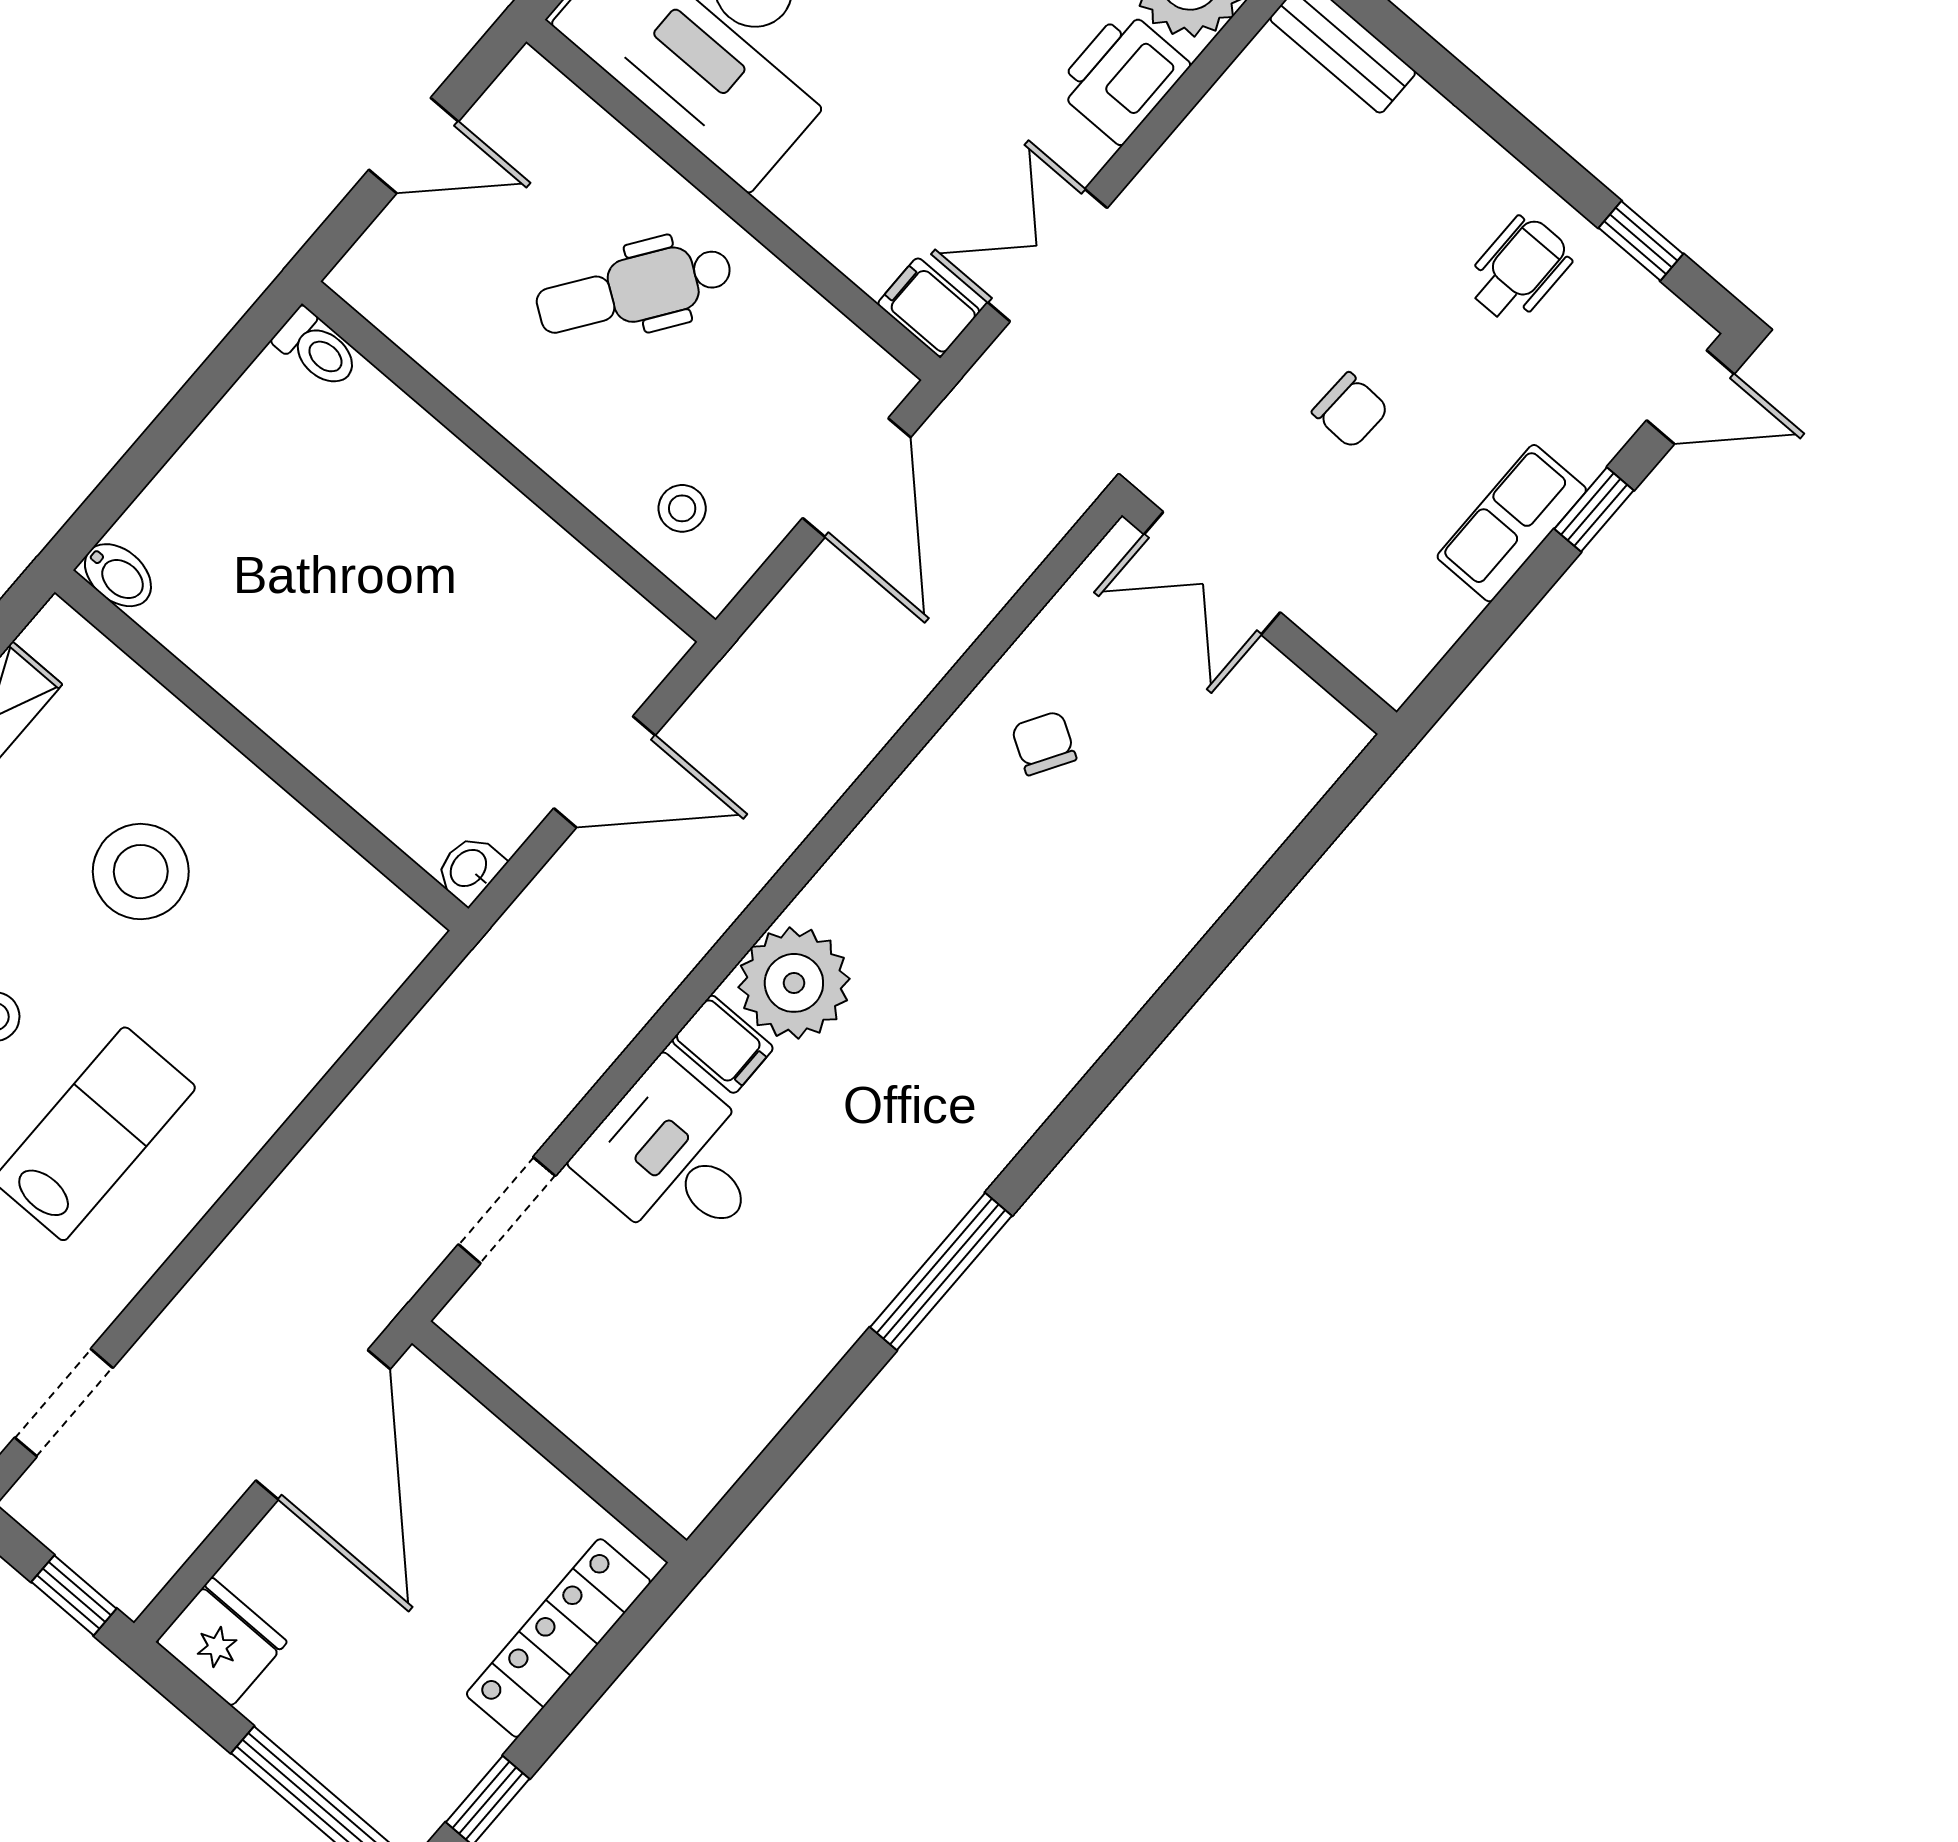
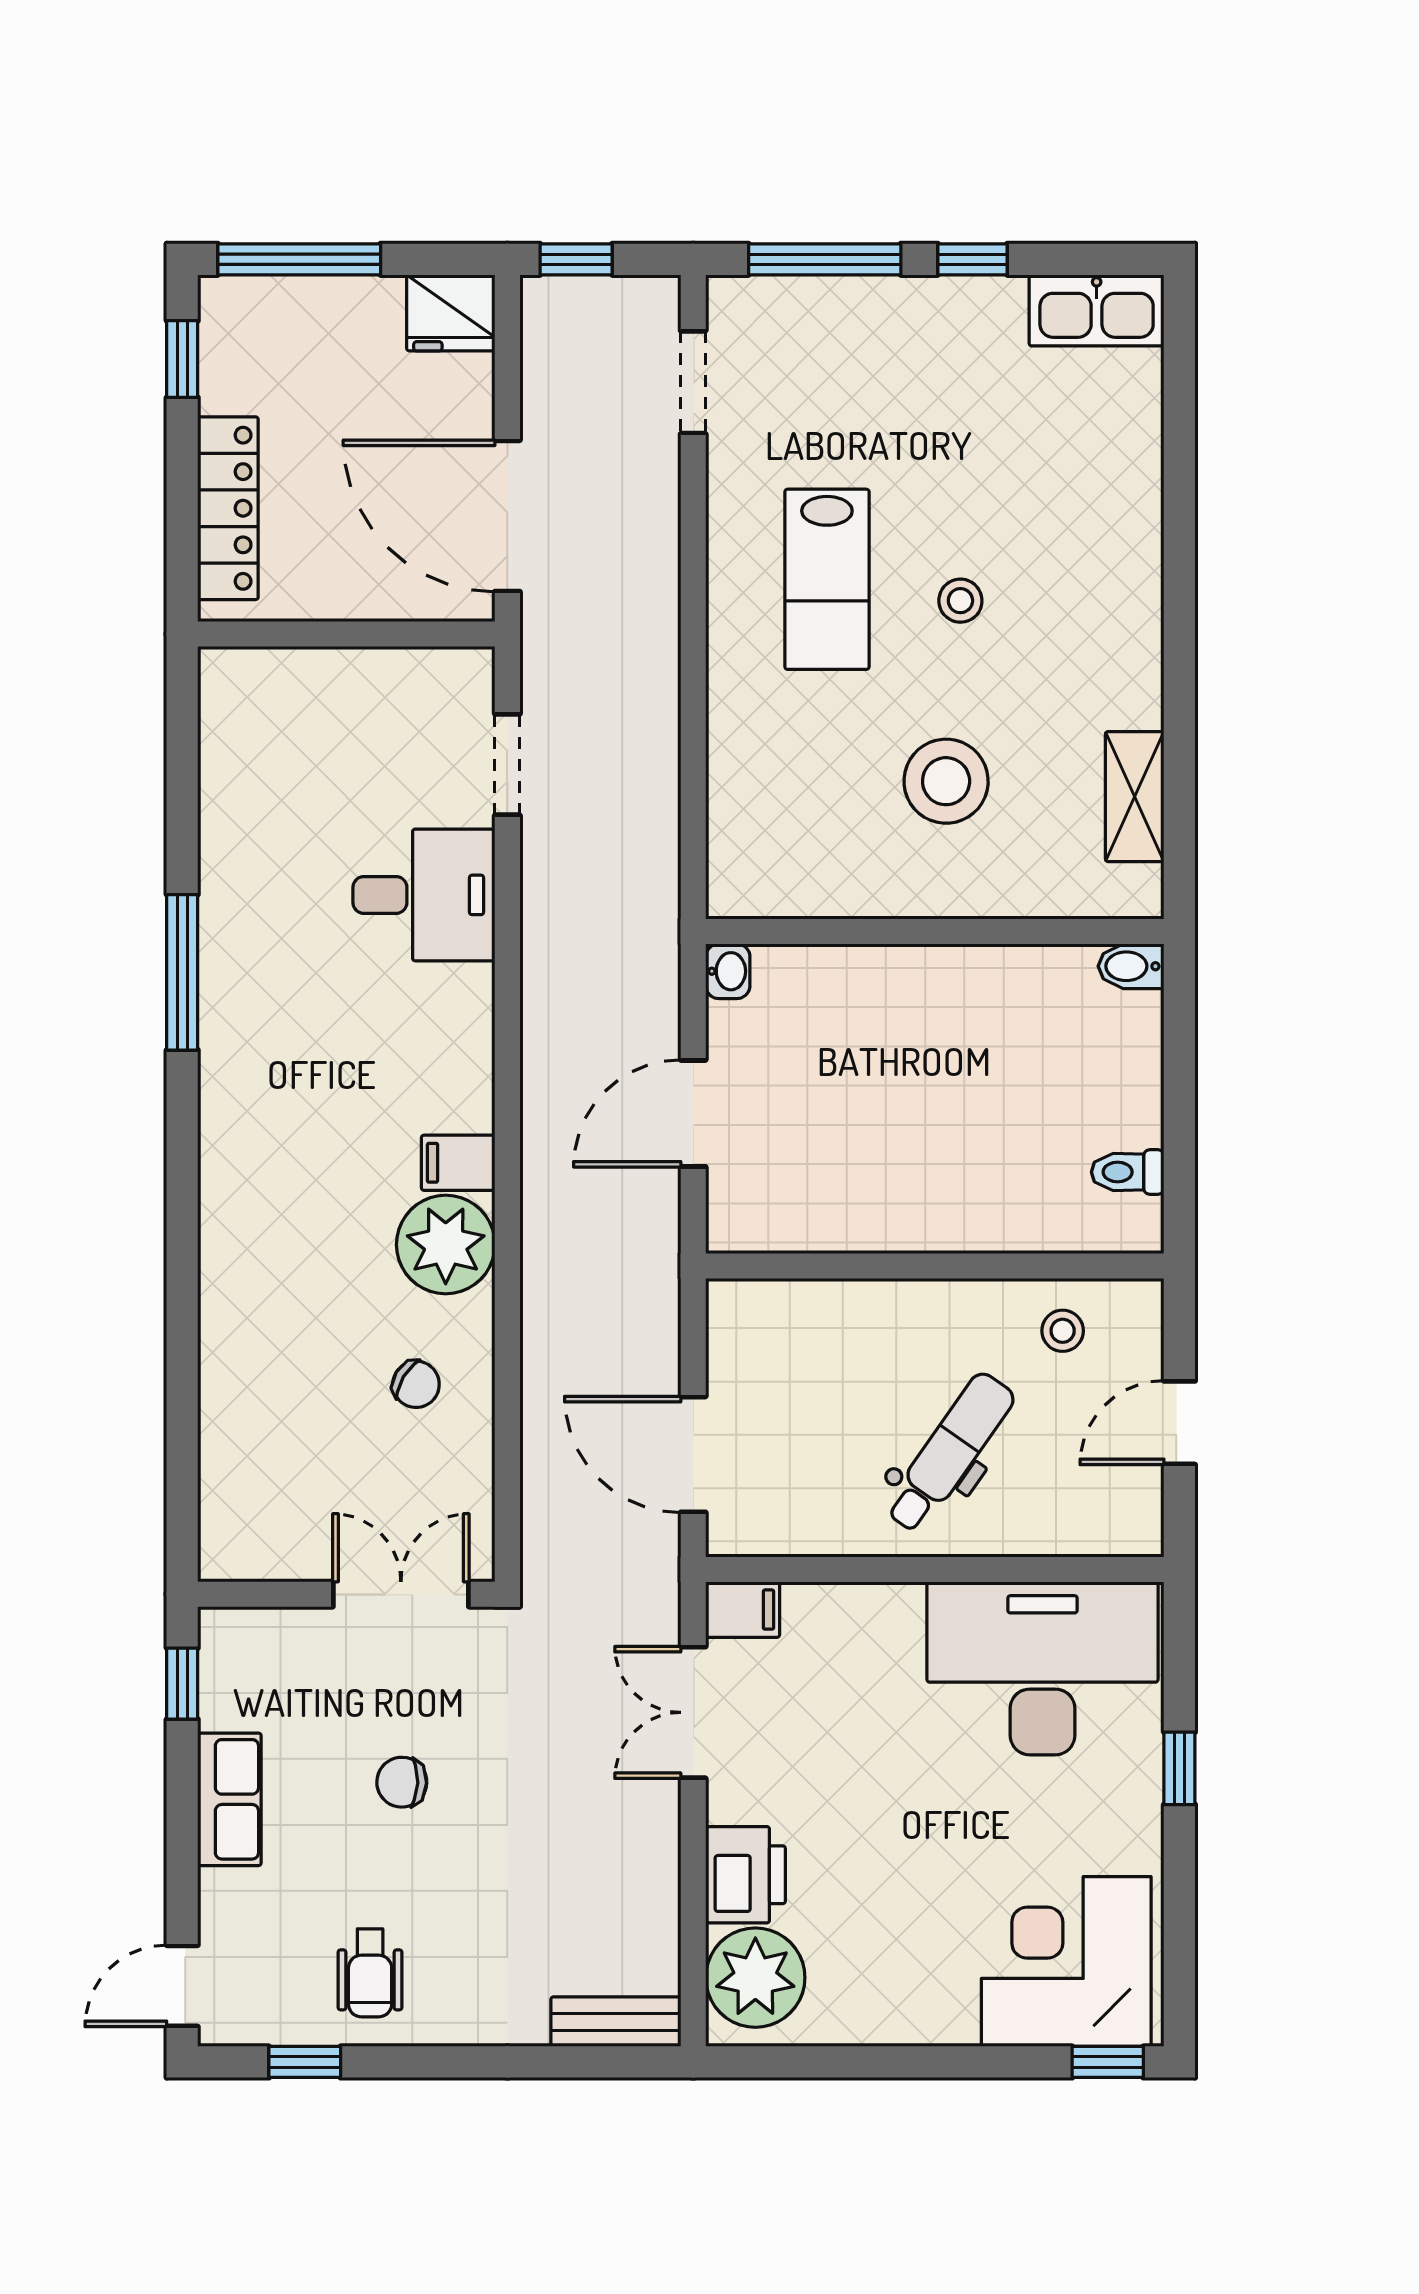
double door: (1047, 255) -> (693, 1712), swing flipped
toilet: (317, 349) -> (1128, 1172), moved
stool: (682, 508) -> (1063, 1331), moved
window: (1594, 510) -> (182, 1684), moved
plant: (794, 983) -> (446, 1245), moved
filing cabinet: (723, 1044) -> (458, 1163), moved

